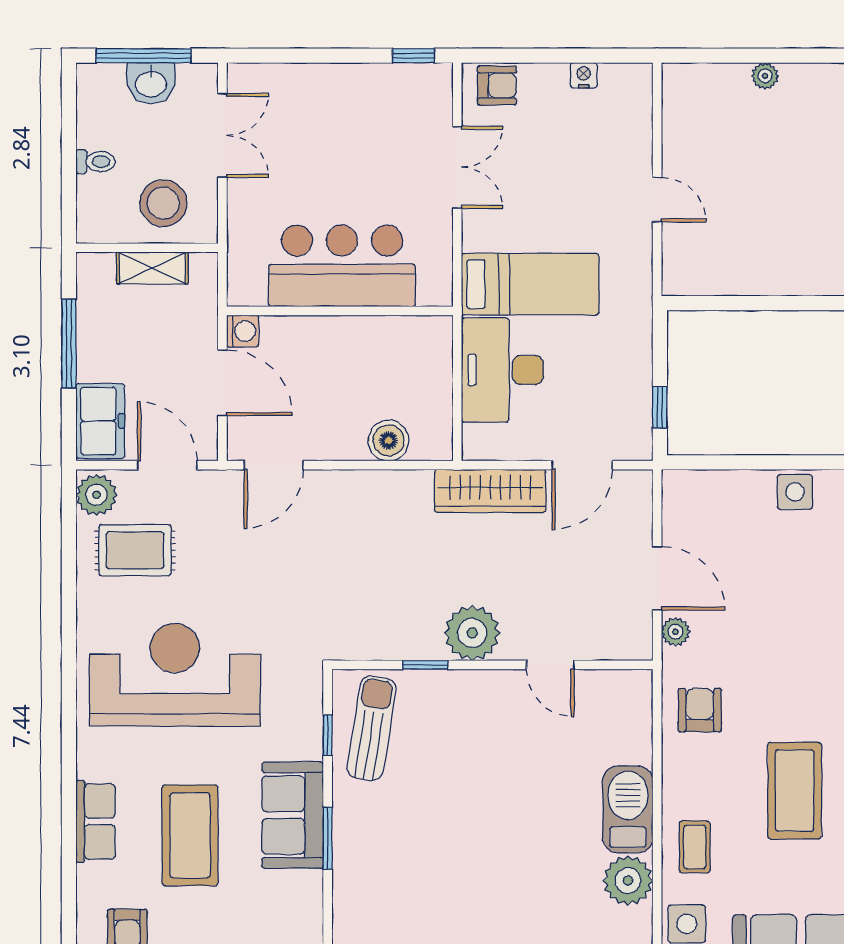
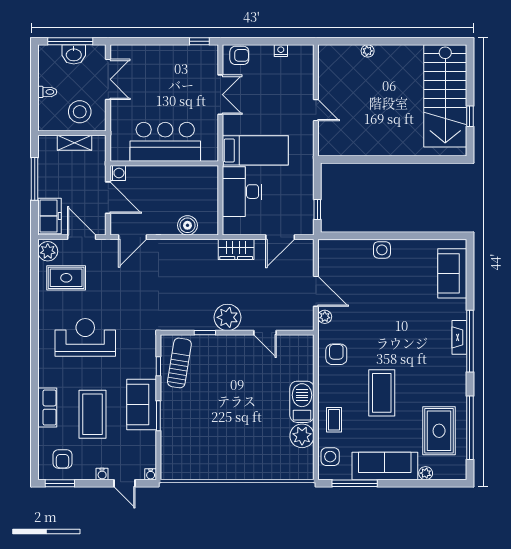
wardrobe: (490, 491) -> (236, 249), width x0.67
reception desk: (175, 675) -> (85, 337), width x0.74, depth x0.77

